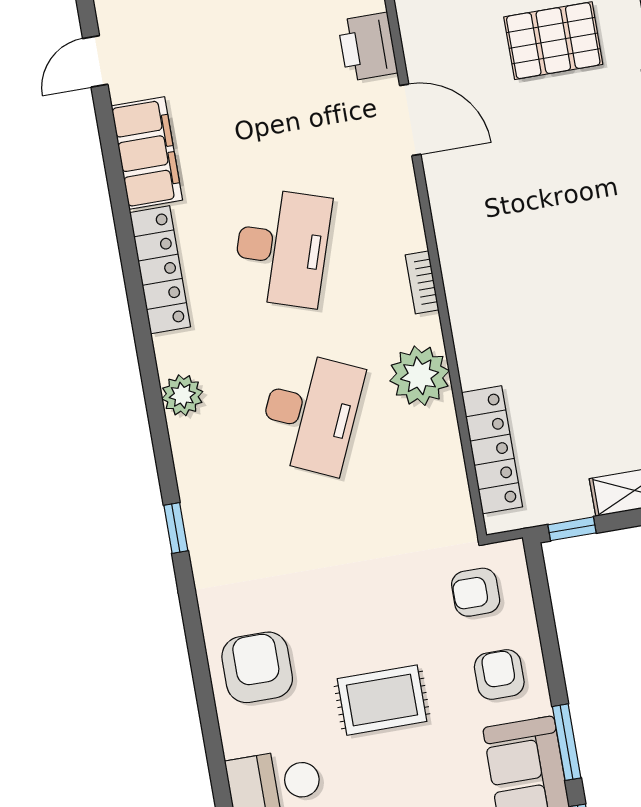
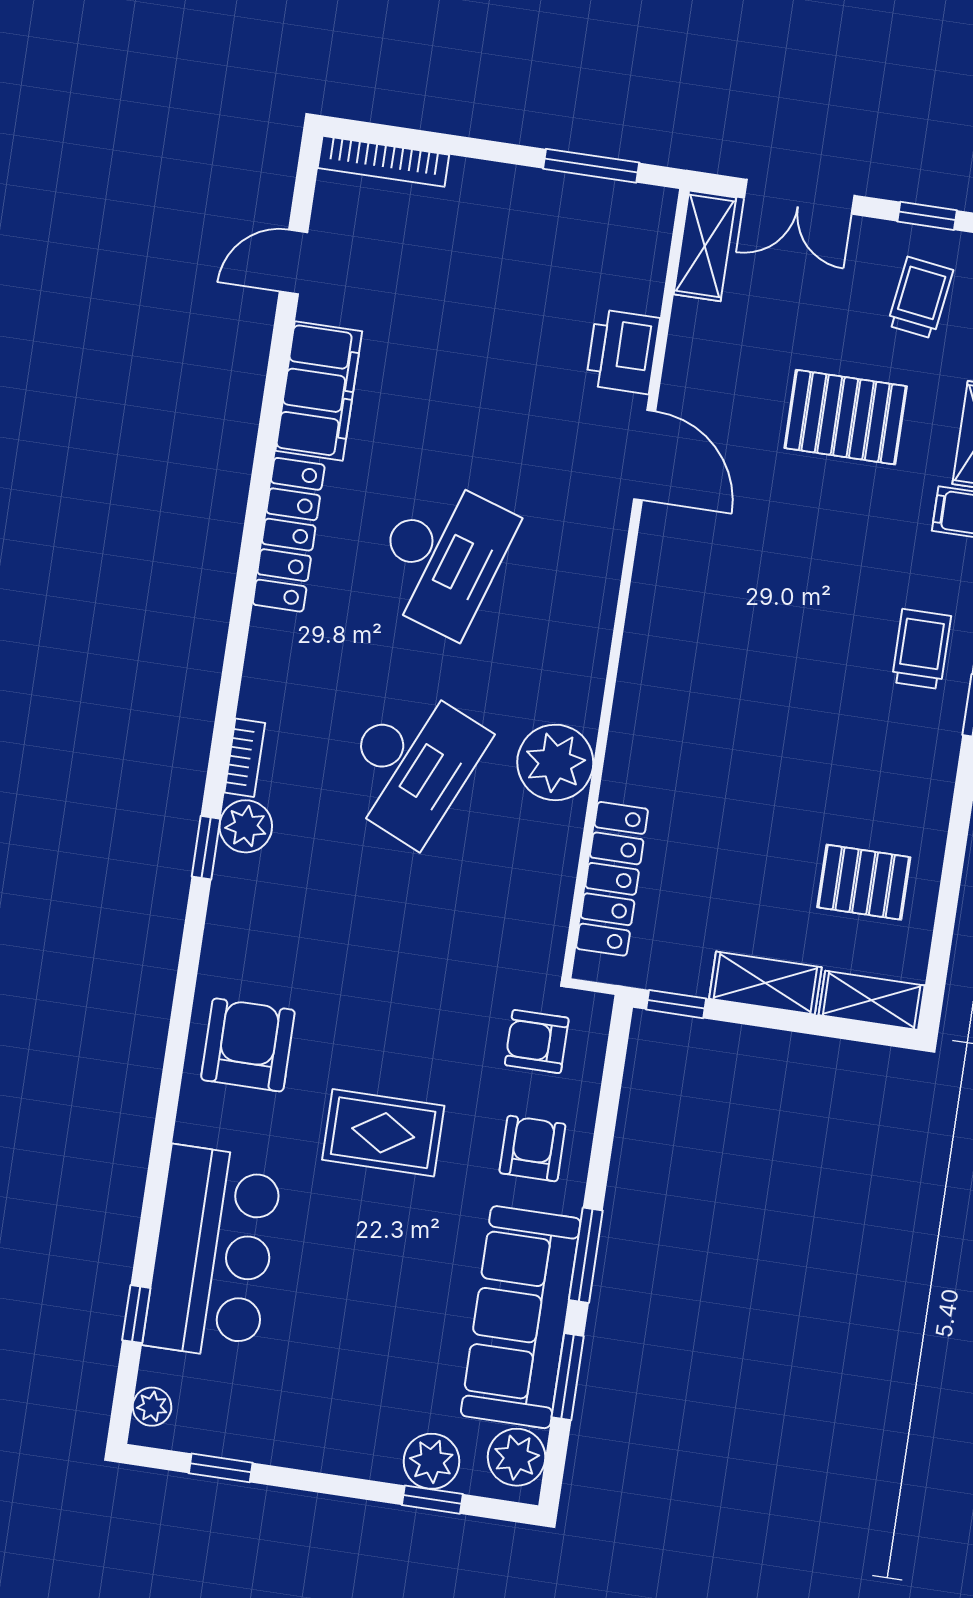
bookcase: (422, 282) -> (245, 758), moved, turned 180
plant: (182, 395) -> (246, 826), moved

